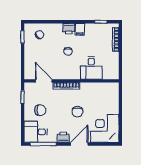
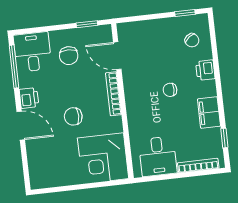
printer: (69, 29) -> (205, 70), moved
filing cabinet: (80, 29) -> (209, 113), width x2.00
desk: (91, 68) -> (158, 156), moved, turned -90
door: (44, 81) -> (117, 56), swing flipped
corner desk: (105, 128) -> (103, 158), moved, turned 180

